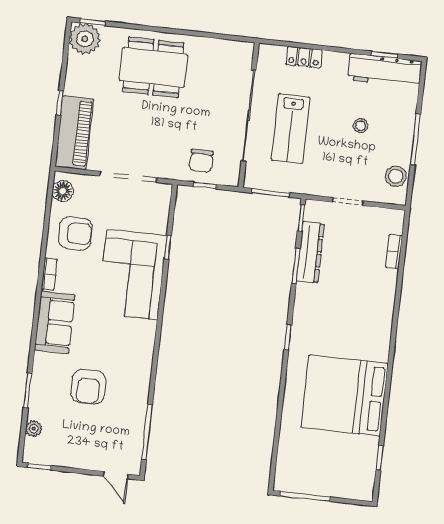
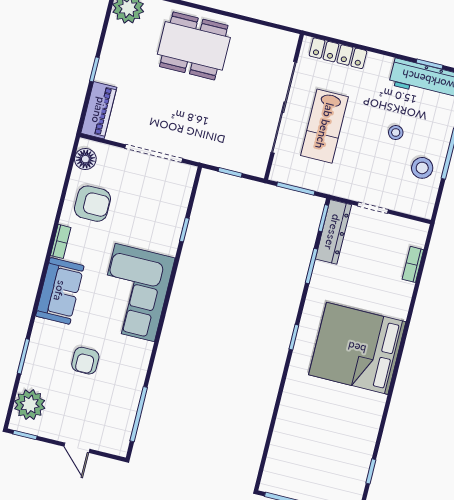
locker: (304, 57) -> (338, 53), width x1.53
piano: (74, 133) -> (99, 110), width x0.73, depth x0.75
chair: (201, 161) -> (230, 147), removed
stool: (396, 176) -> (422, 168), moved
dresser: (310, 252) -> (333, 232), moved
corner sofa: (132, 275) -> (135, 293), moved
armchair: (88, 387) -> (85, 361), width x0.72, depth x0.72
bed: (344, 395) -> (357, 348), moved
plant: (34, 429) -> (30, 405), width x1.88, depth x1.88
door: (116, 475) -> (77, 448), moved

